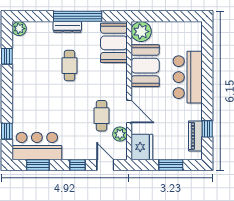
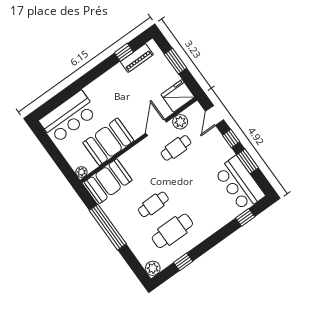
dresser: (67, 27) -> (123, 229), removed
plant: (141, 32) -> (81, 172), width x0.53, depth x0.53
cafe table: (38, 66) -> (172, 231), added
bar counter: (188, 77) -> (68, 117), moved
window: (38, 165) -> (248, 161), moved

